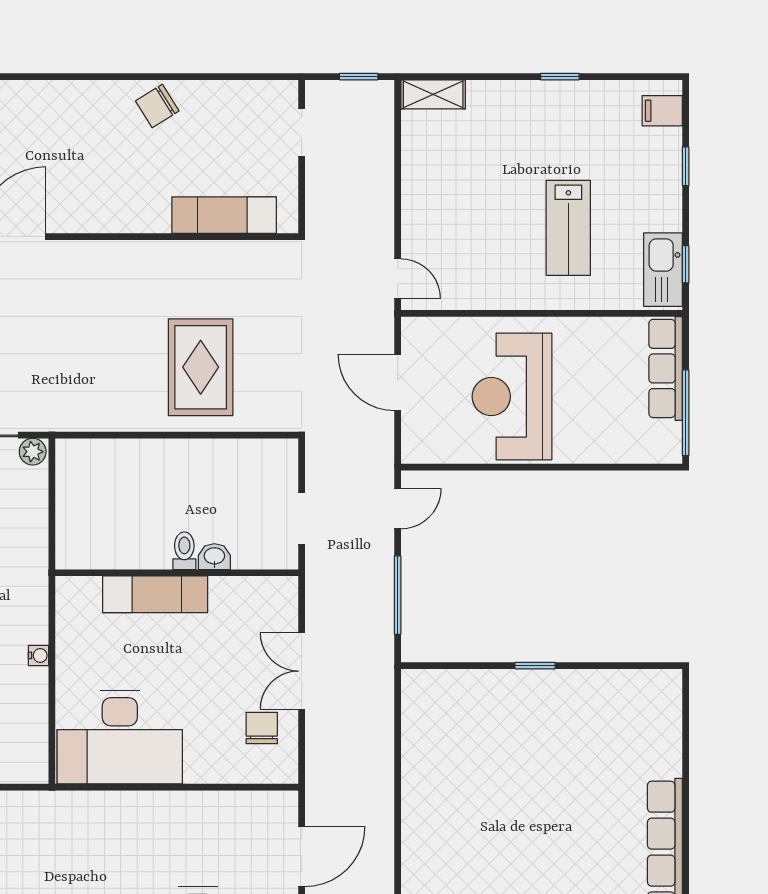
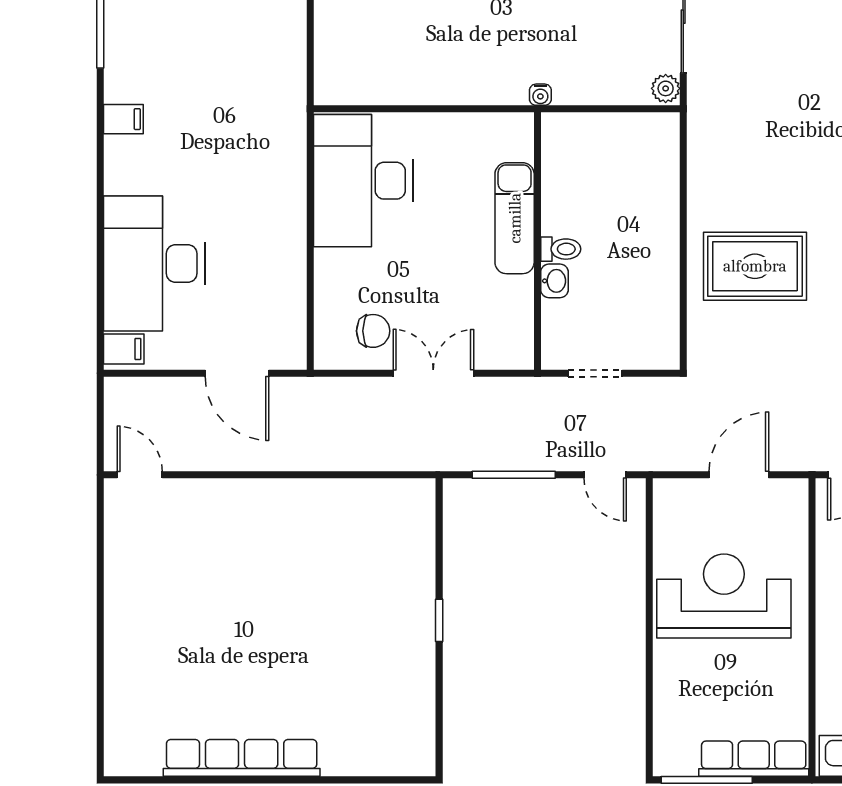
water cooler: (39, 655) -> (540, 95), moved

